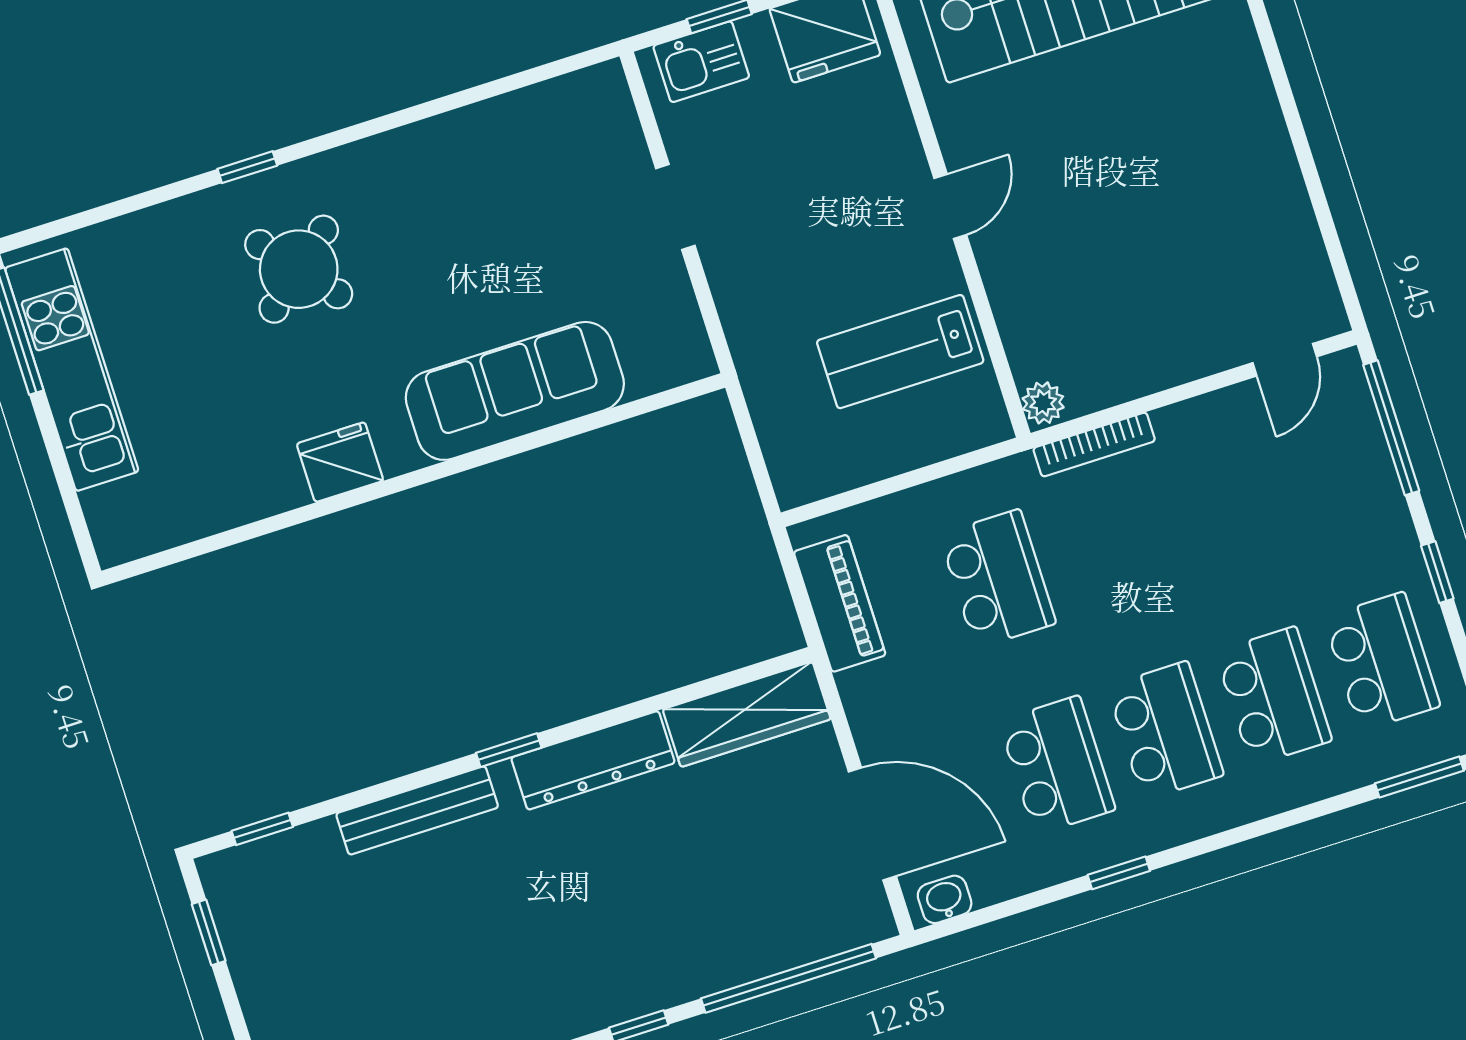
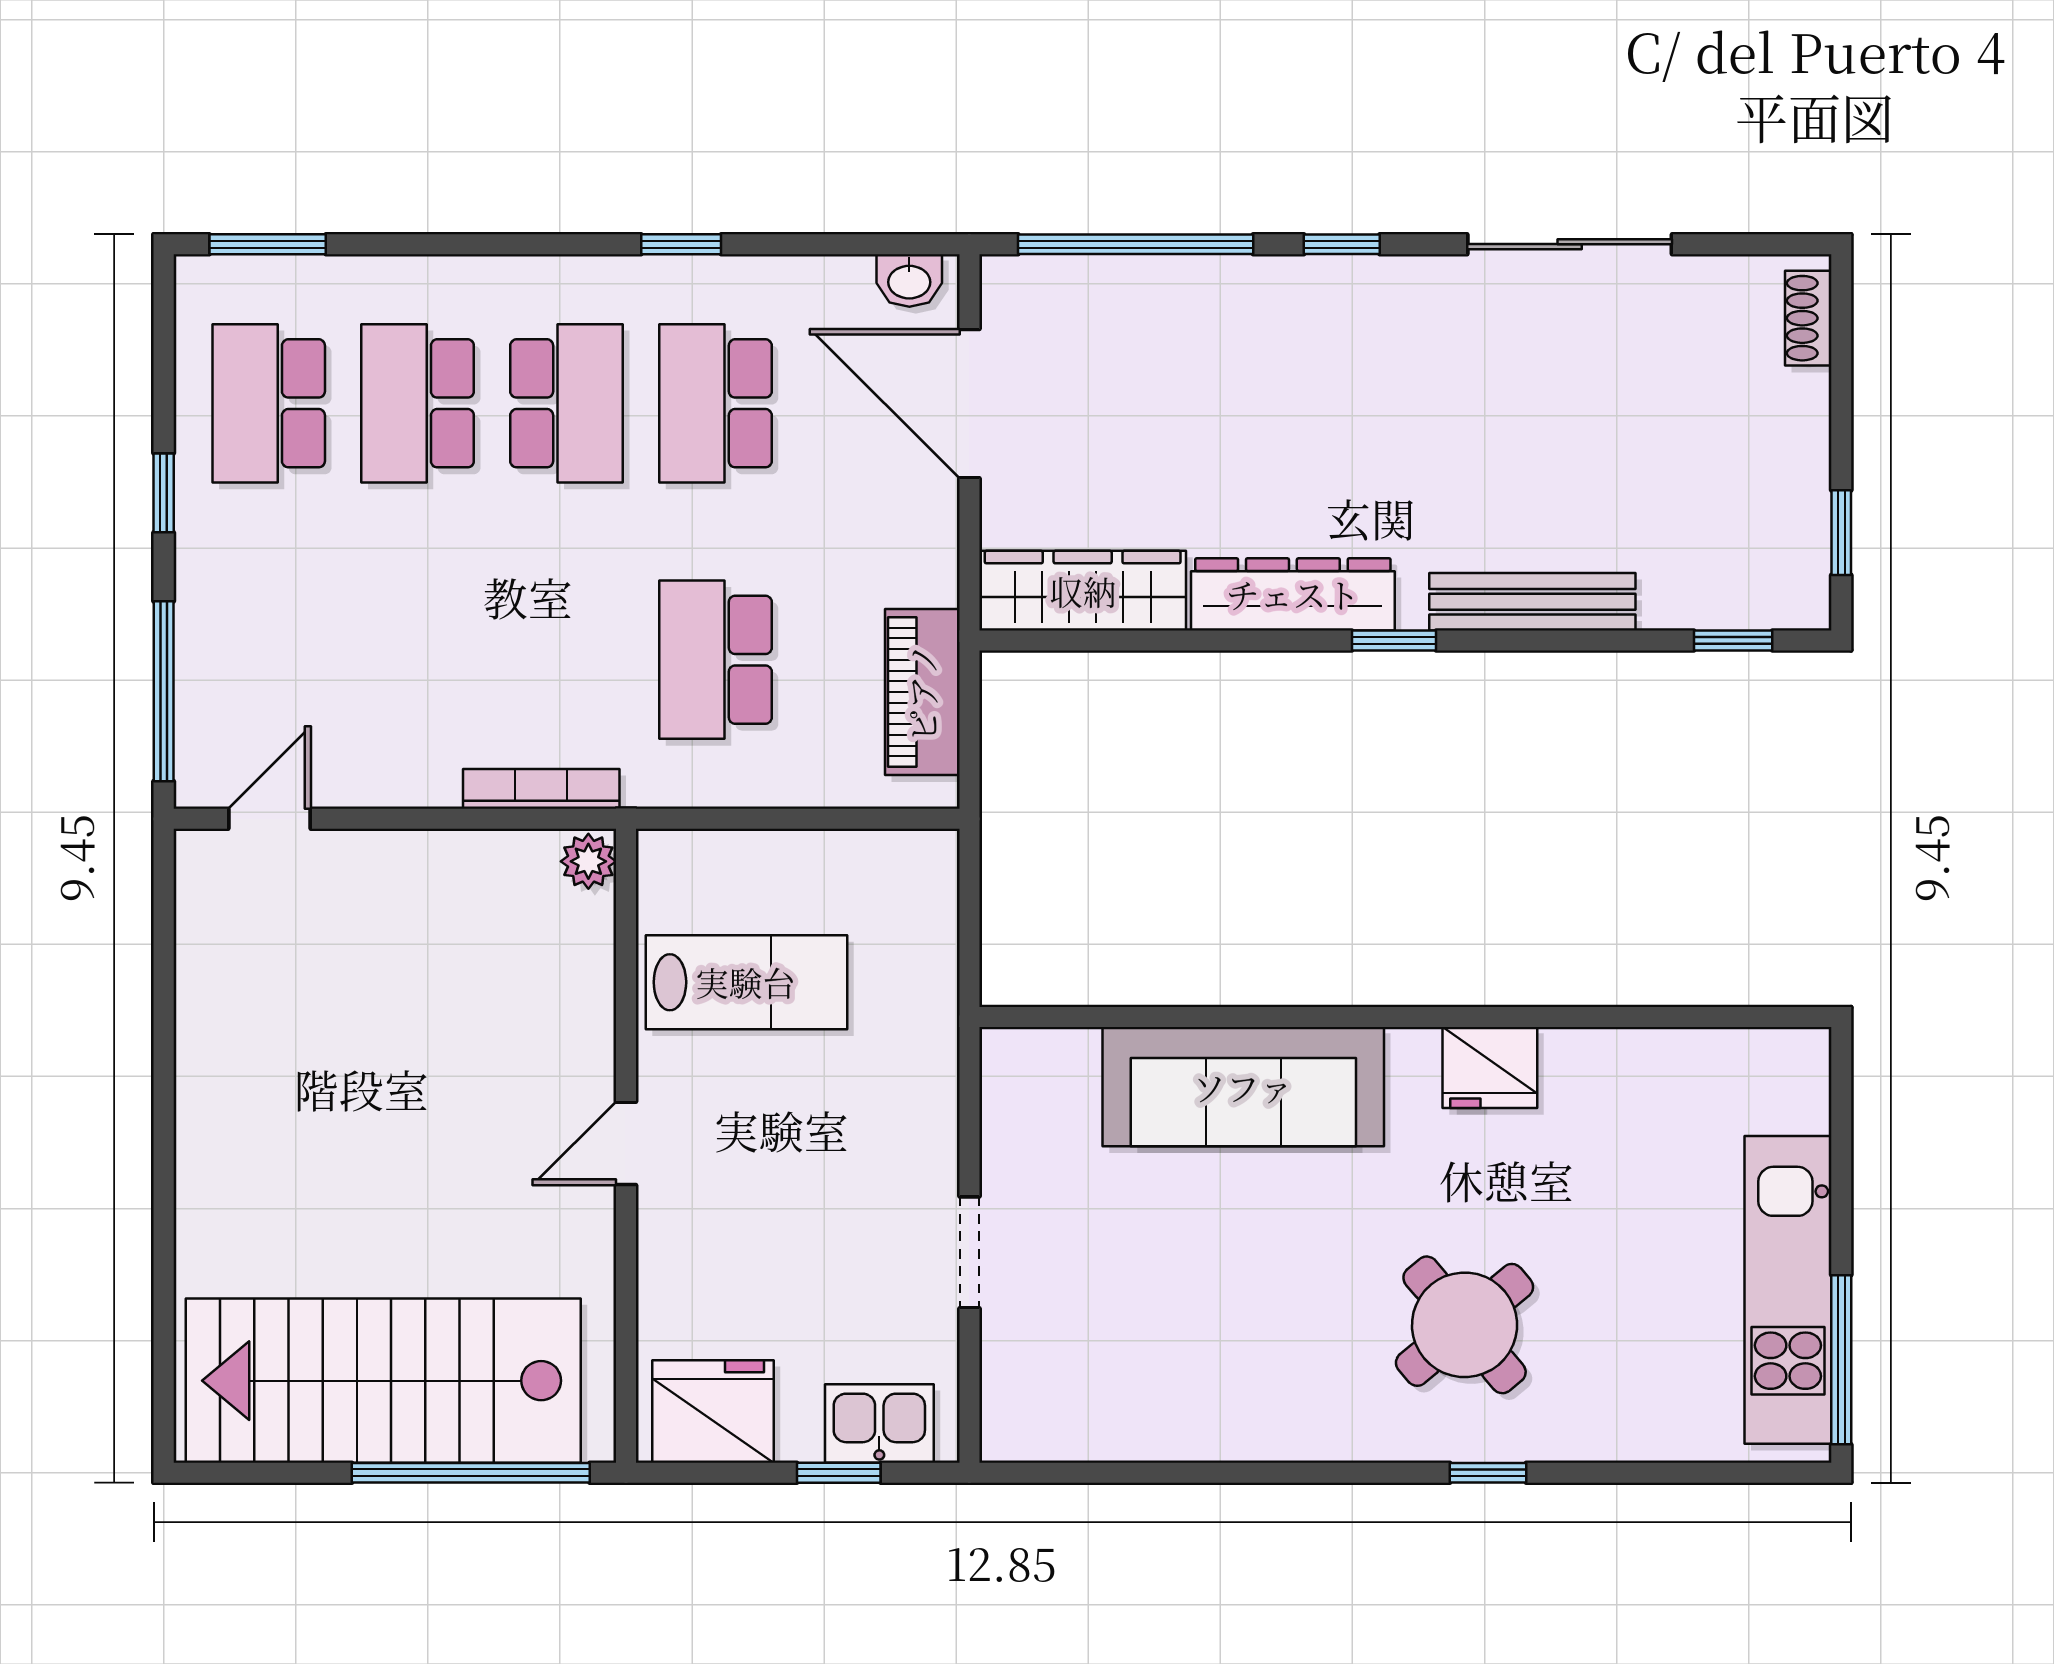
school desk: (1165, 731) -> (567, 403), turned 180

